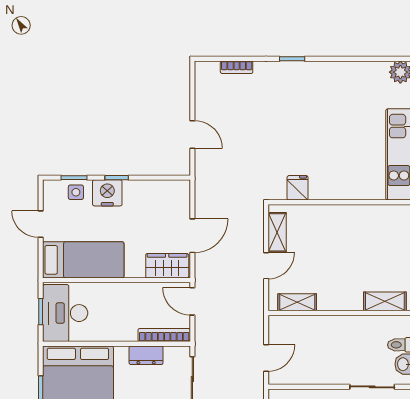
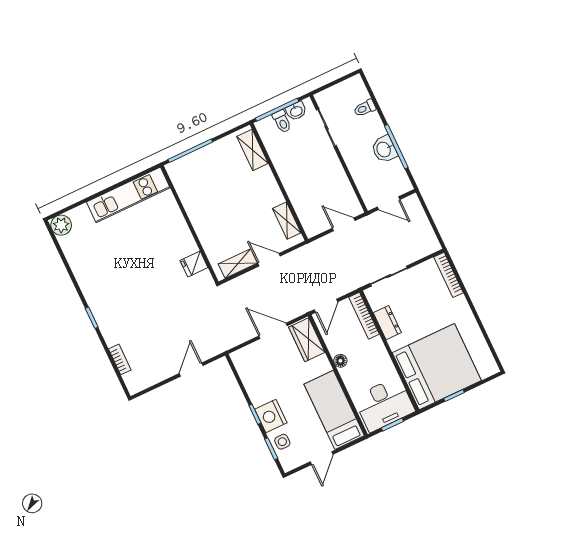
floor lamp: (130, 290) -> (340, 361), added

